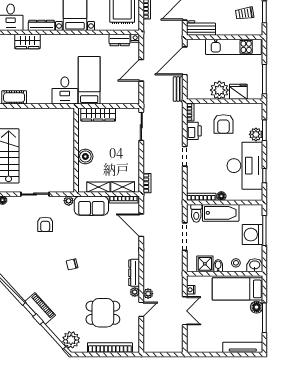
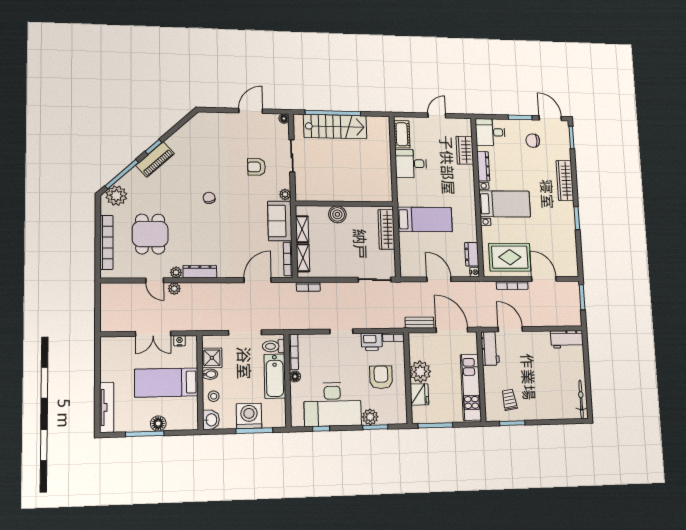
desk: (65, 90) -> (411, 164), moved
armchair: (223, 124) -> (381, 377), turned 90
bed: (237, 289) -> (166, 383), moved, turned -90

